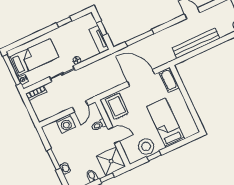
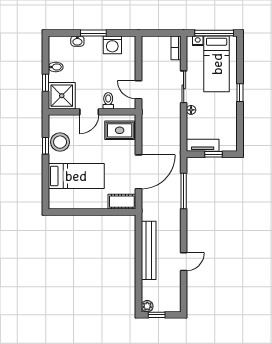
window: (64, 22) -> (240, 93), moved
washing machine: (66, 124) -> (112, 45), moved, turned -90

